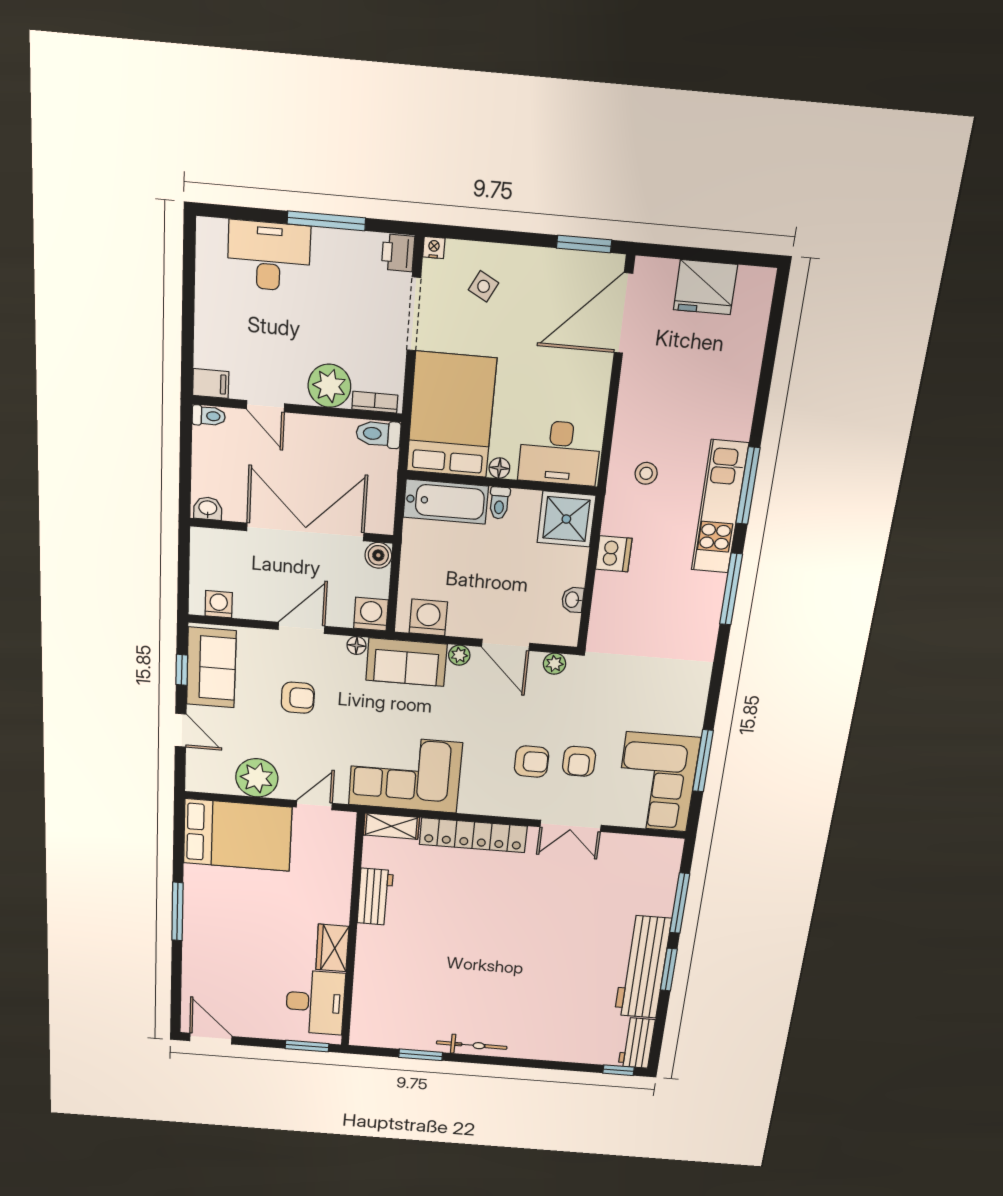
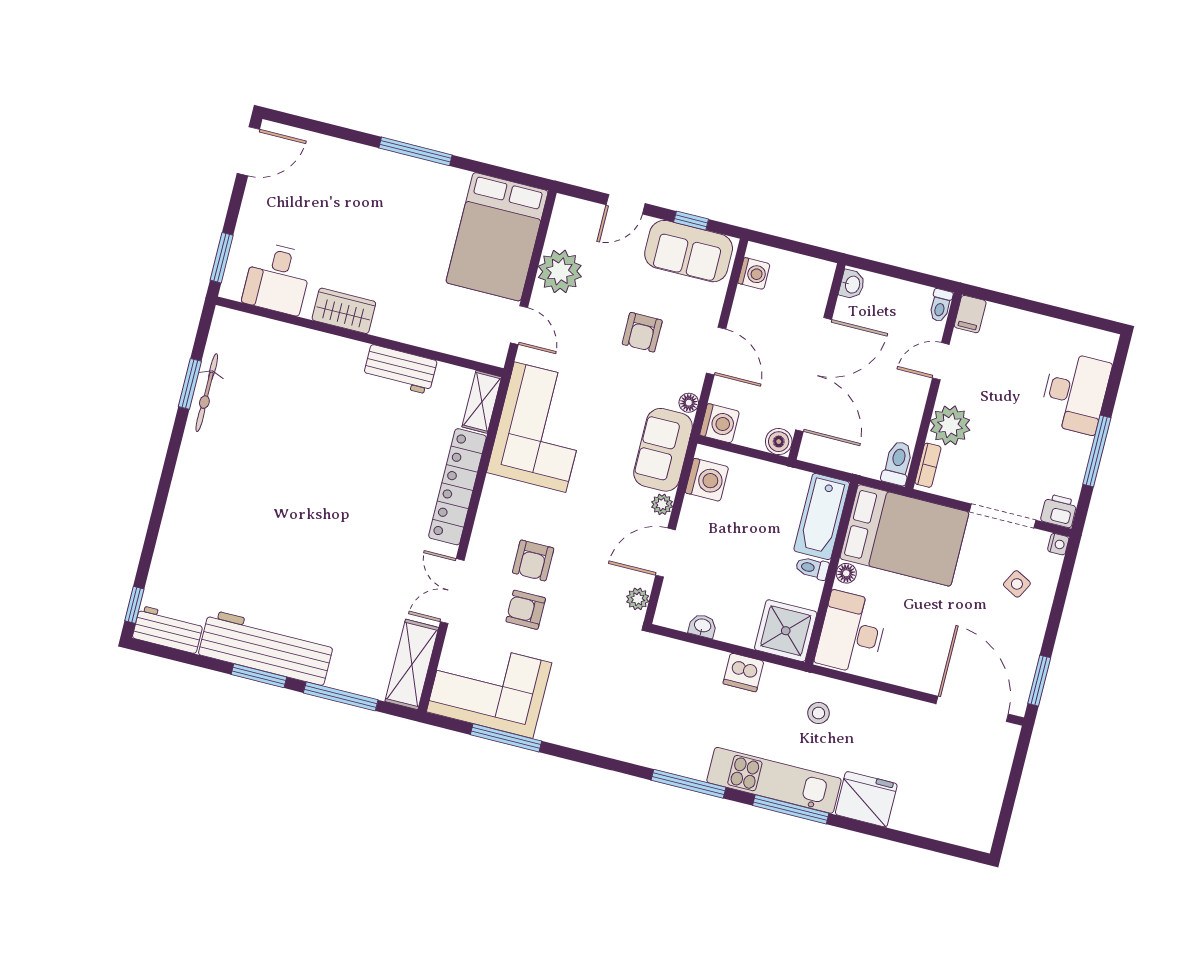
fridge: (705, 287) -> (866, 799), moved, turned 90
shelving: (643, 850) -> (412, 664), added
desk: (315, 1002) -> (278, 278), width x0.73
bicycle: (472, 1045) -> (207, 393), moved

